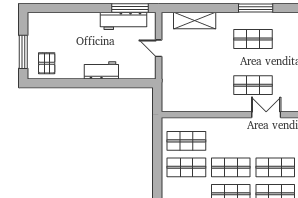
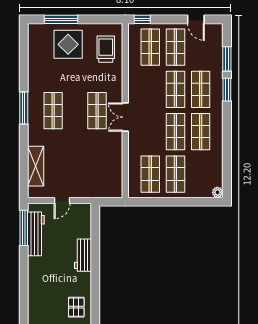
pallet: (47, 63) -> (76, 307), turned 90
double door: (266, 115) -> (125, 117), moved

